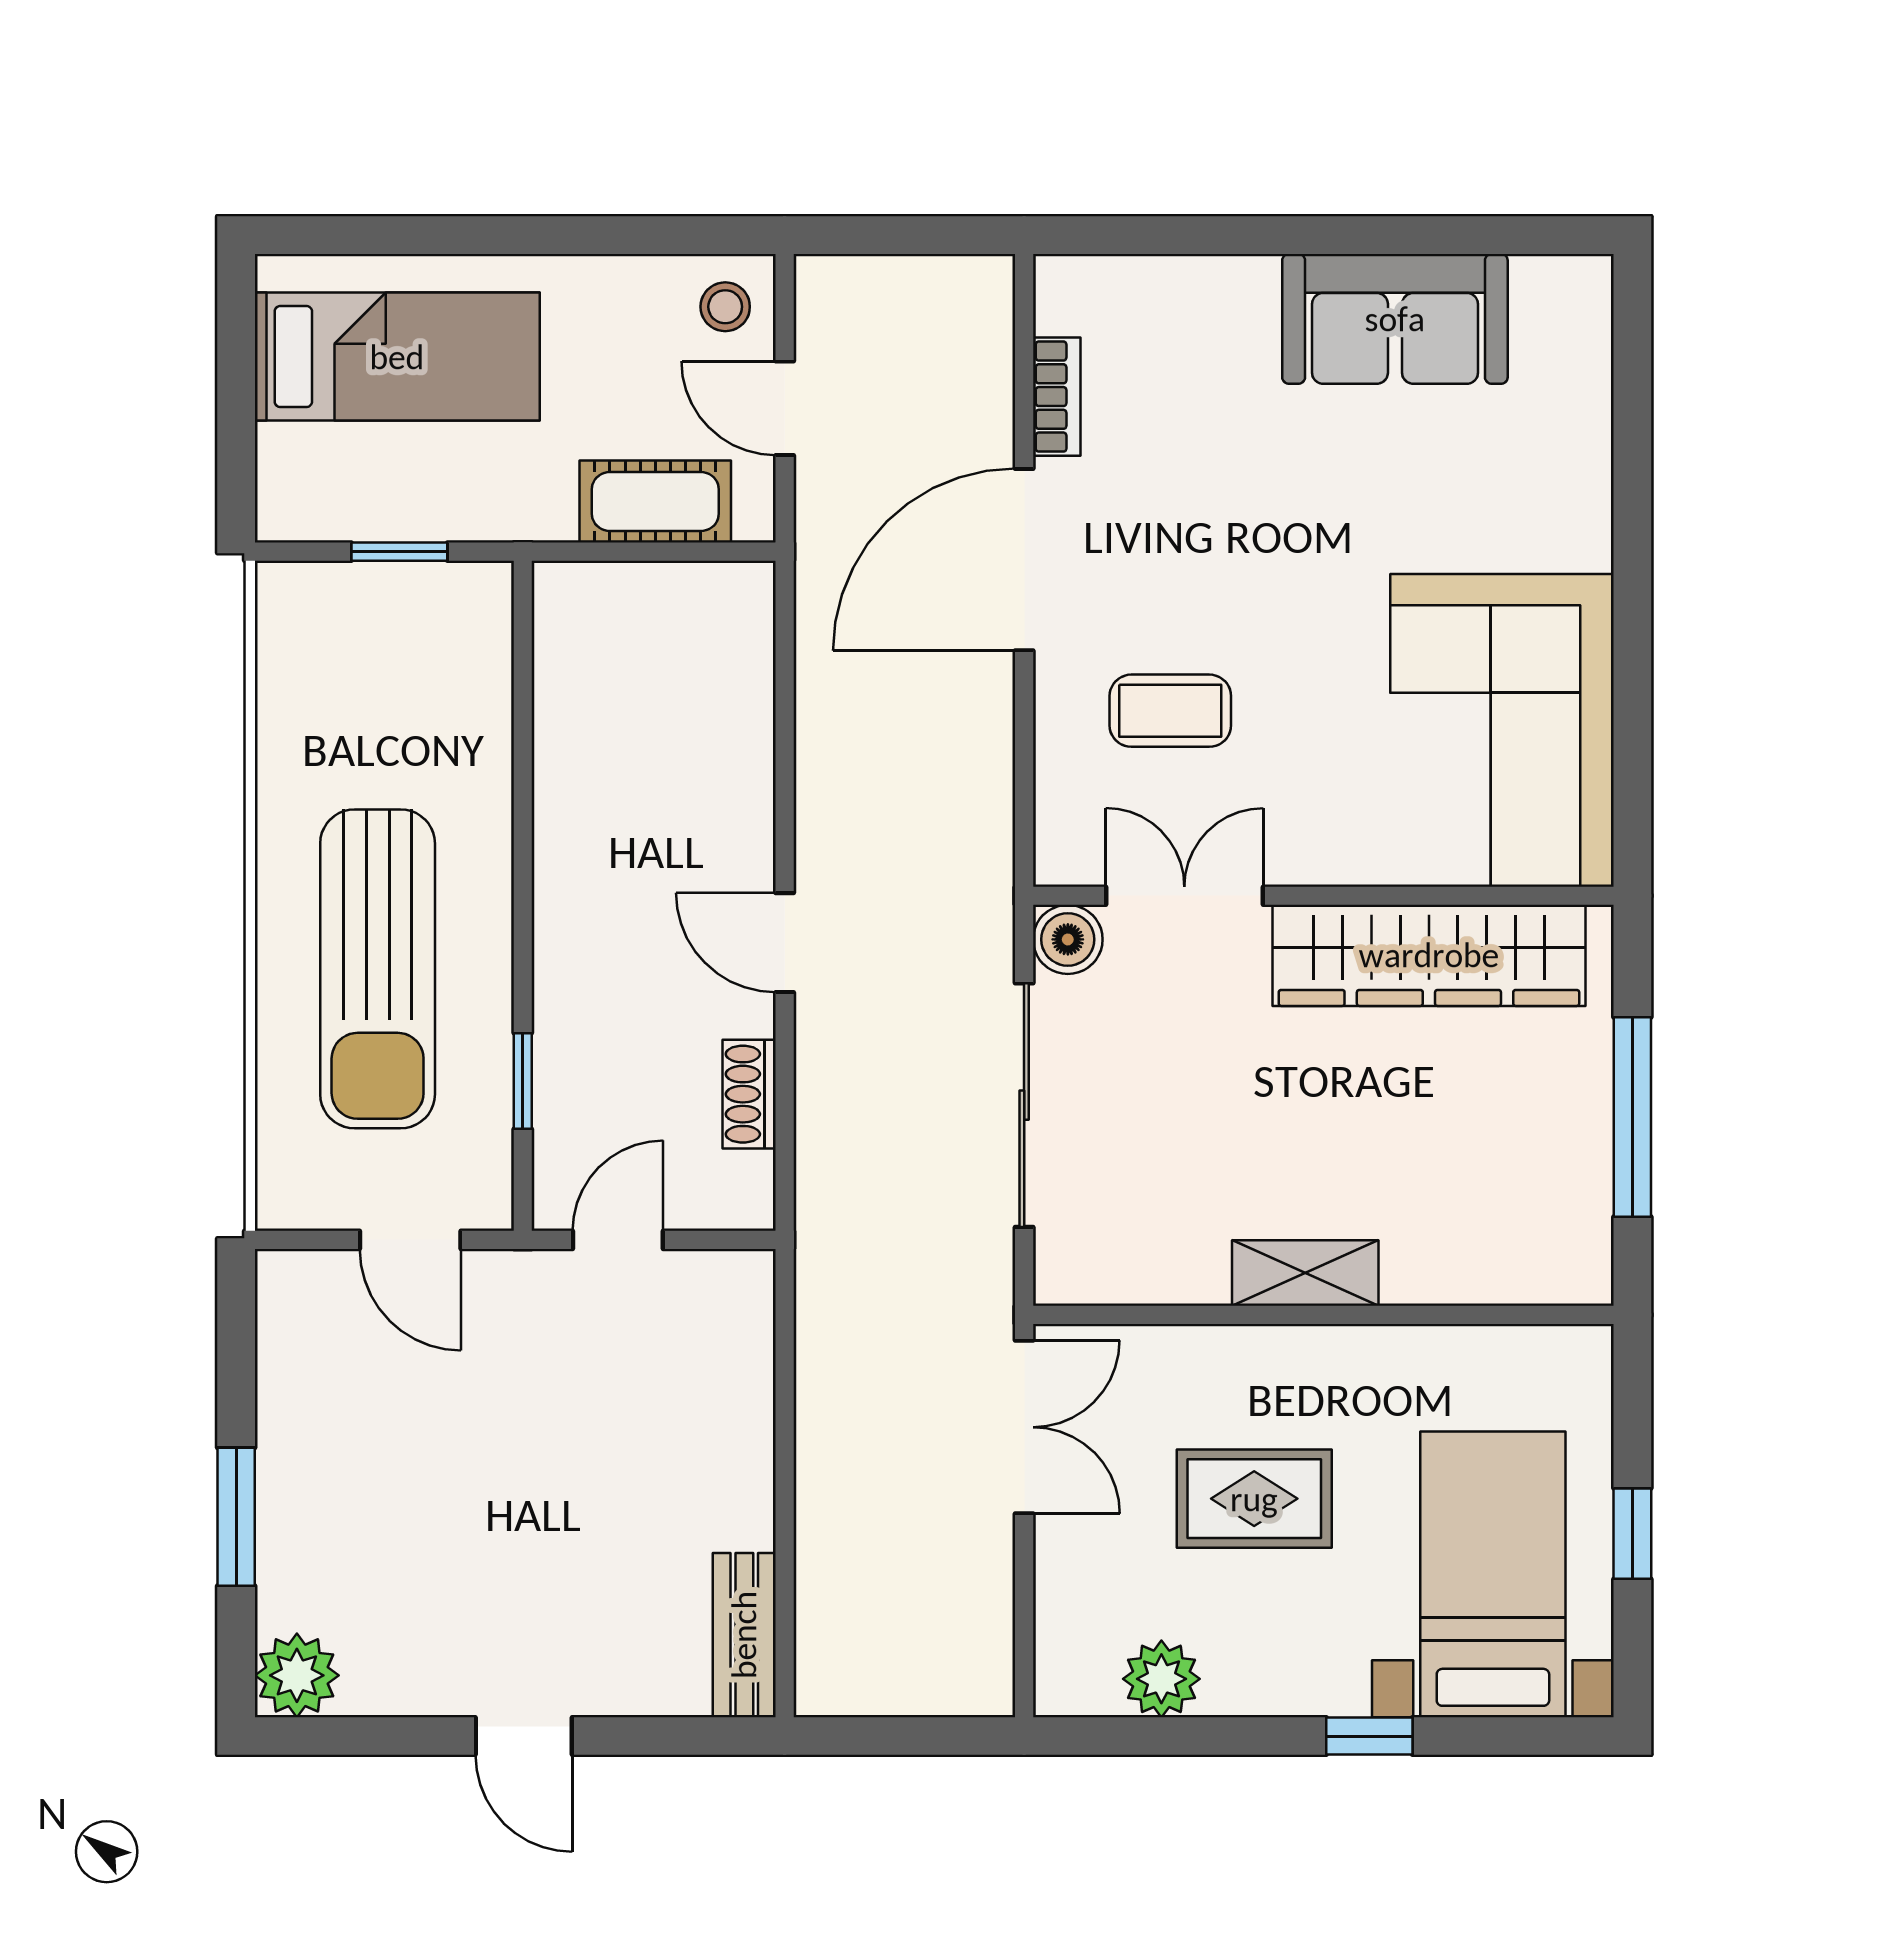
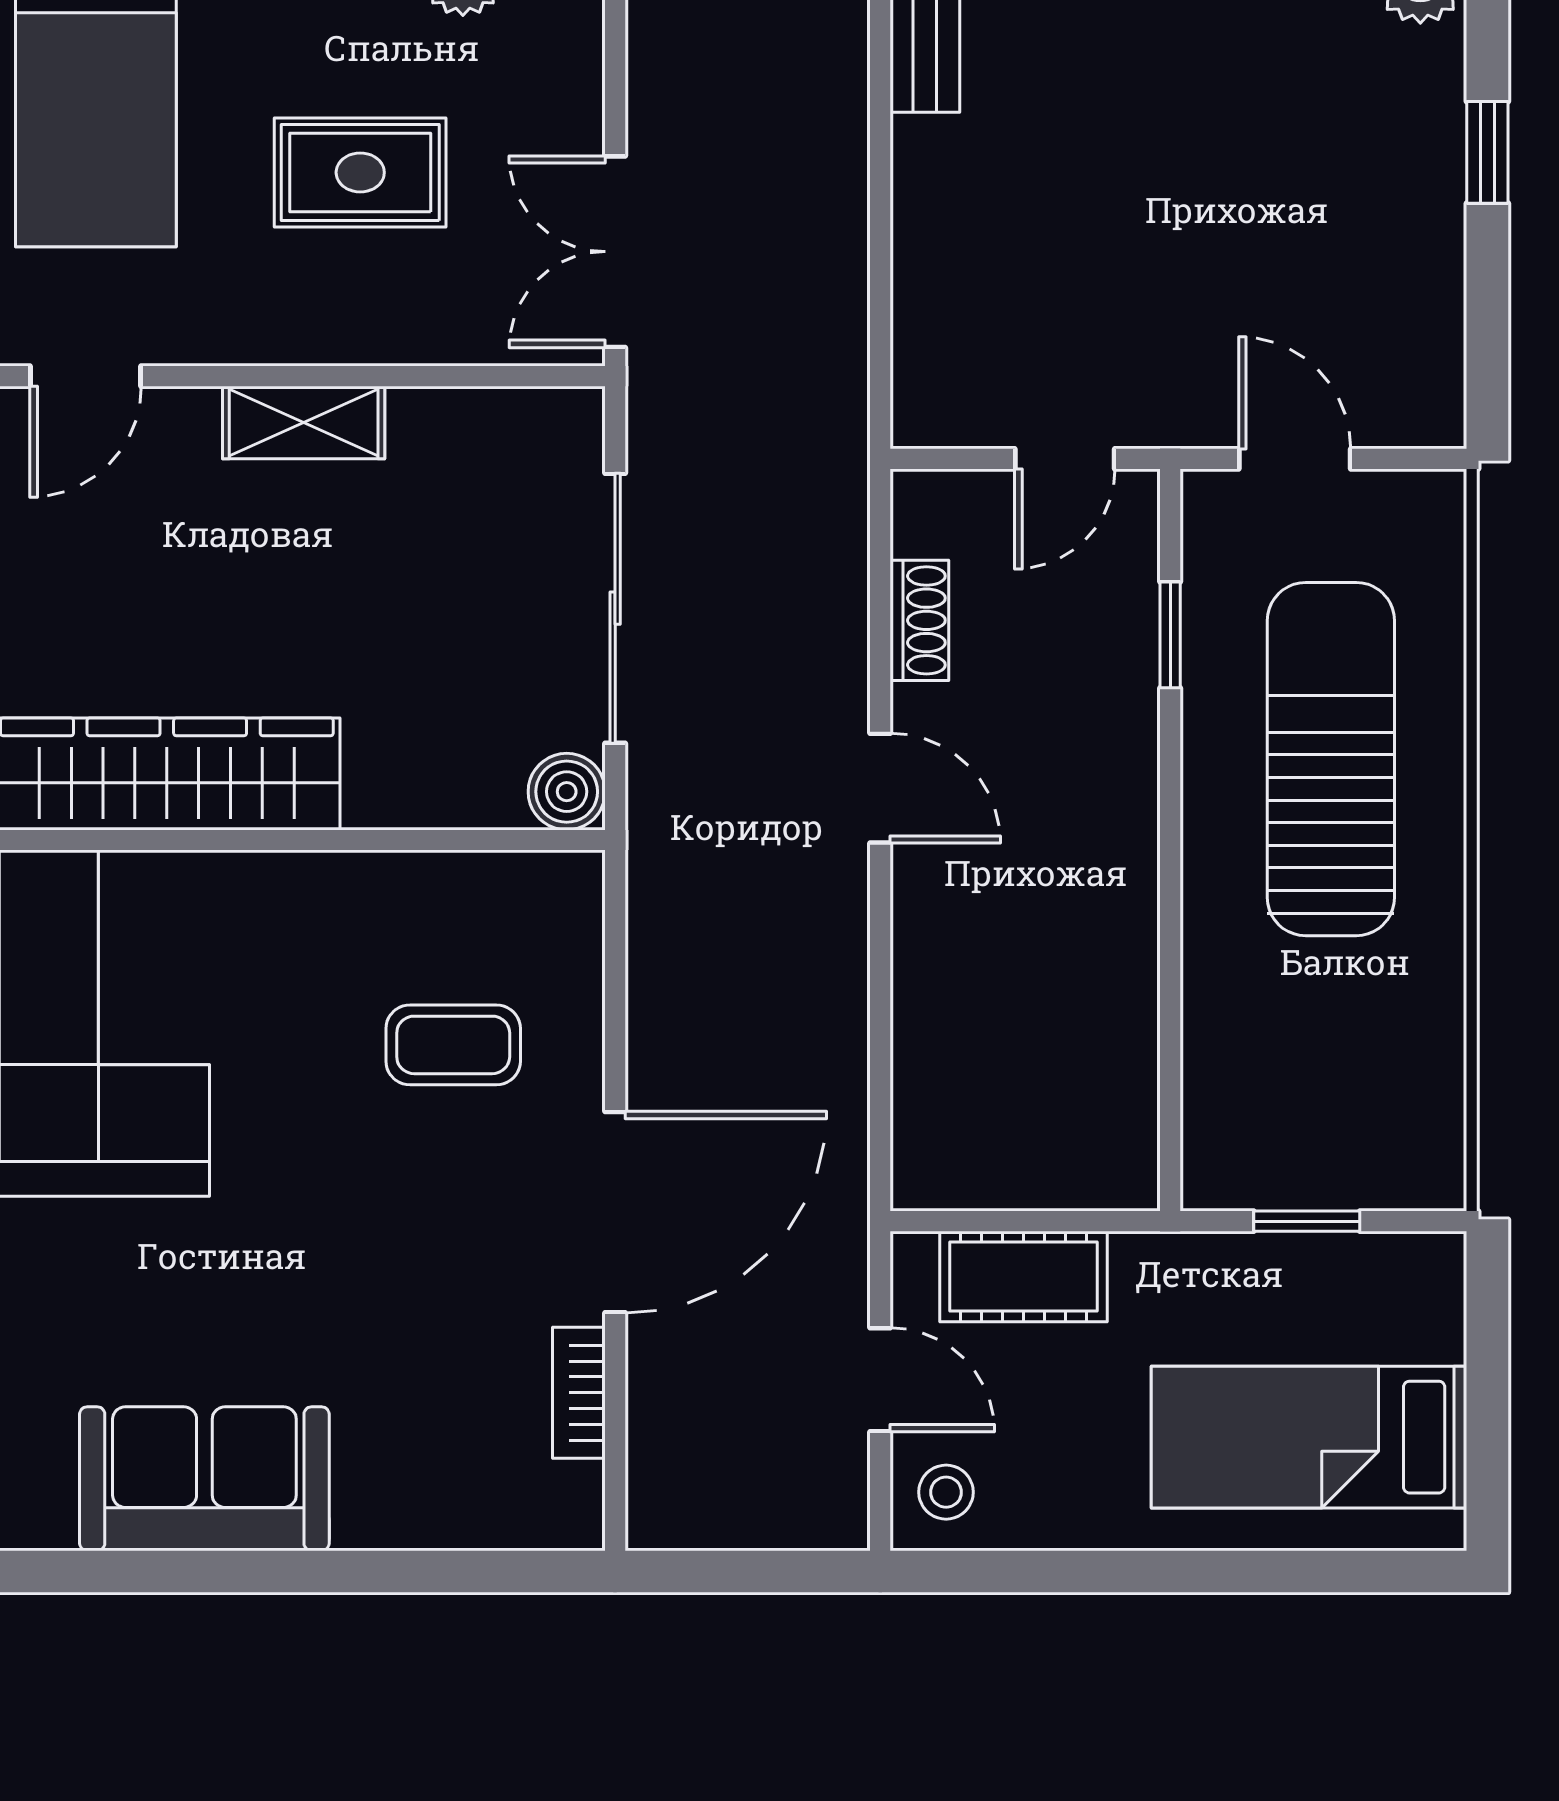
double door: (1184, 896) -> (437, 840), removed
door: (1502, 1315) -> (86, 376), added
window: (236, 1517) -> (1487, 152), width x0.67

